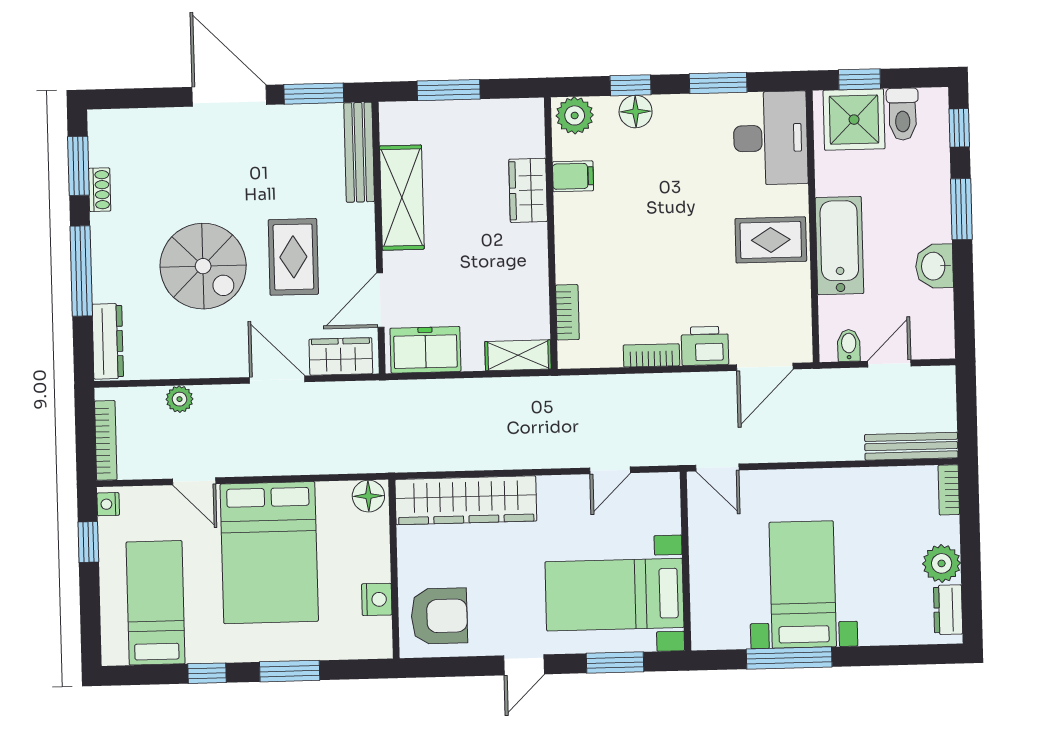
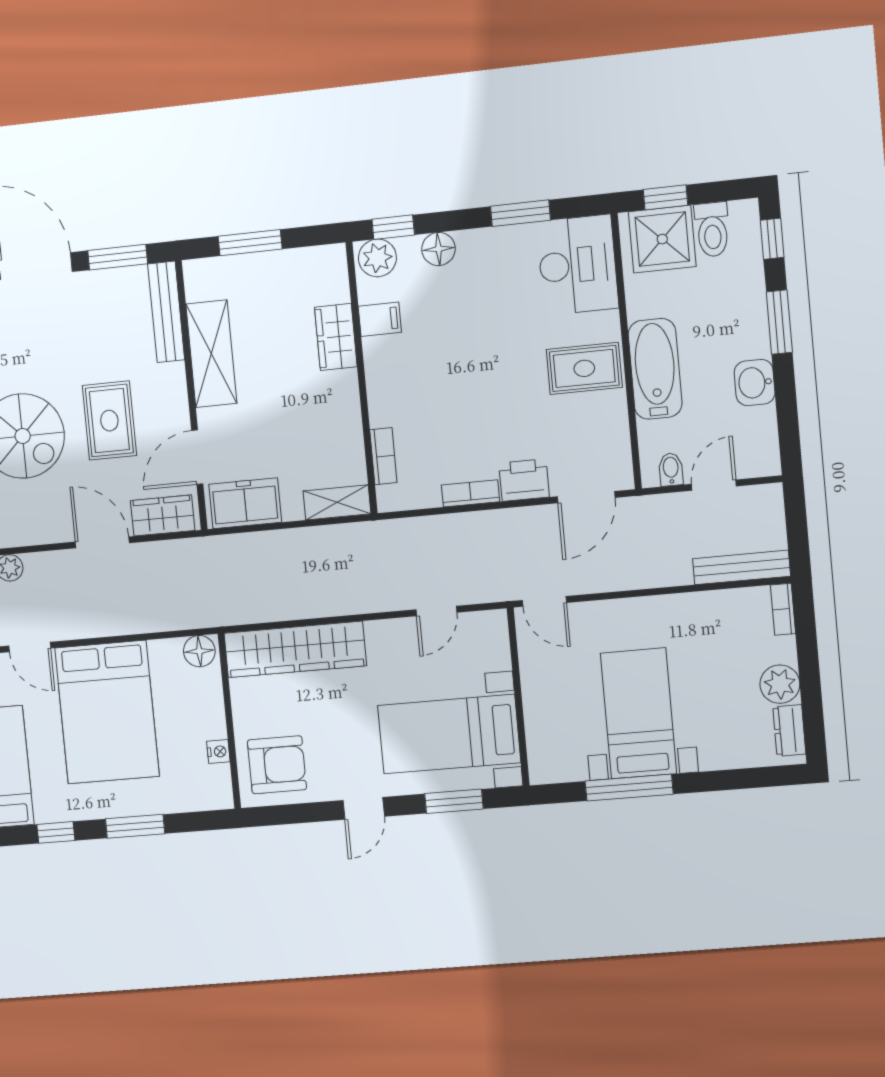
window: (631, 85) -> (393, 227), moved
nightstand: (377, 599) -> (218, 752), width x0.72, depth x0.74

